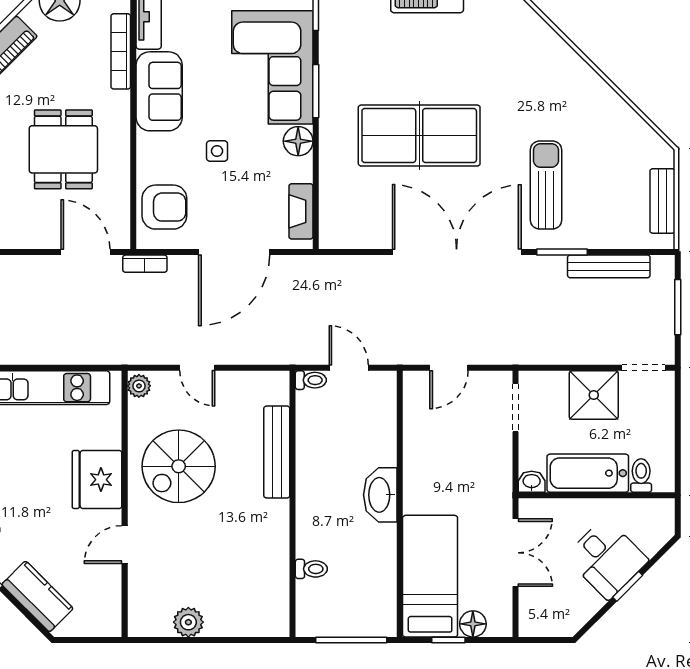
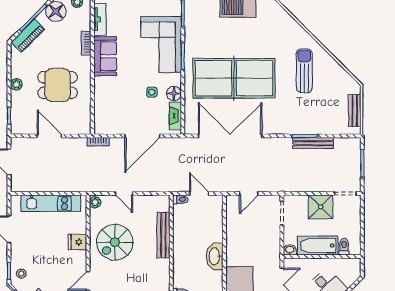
bookcase: (121, 51) -> (86, 43), width x0.64
table tennis table: (419, 136) -> (234, 78), width x1.36, depth x1.32
floor lamp: (298, 141) -> (174, 94), moved
dining table: (63, 149) -> (58, 85), turned 90
side table: (217, 151) -> (152, 92), moved
sun lounger: (546, 185) -> (304, 71), moved
armchair: (164, 207) -> (108, 114), removed
door: (86, 252) -> (49, 136), moved
double door: (457, 252) -> (230, 136), moved
bench: (609, 266) -> (313, 143), moved
fridge: (97, 480) -> (77, 242), width x0.53, depth x0.75

